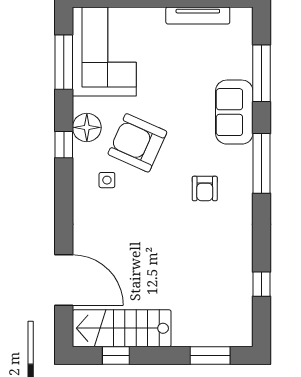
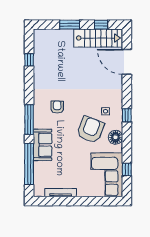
window: (64, 62) -> (127, 170), width x0.46
window: (261, 73) -> (29, 164), width x1.46
armchair: (137, 143) -> (90, 130), turned -93
window: (64, 145) -> (127, 115), moved
window: (210, 355) -> (70, 25), moved

